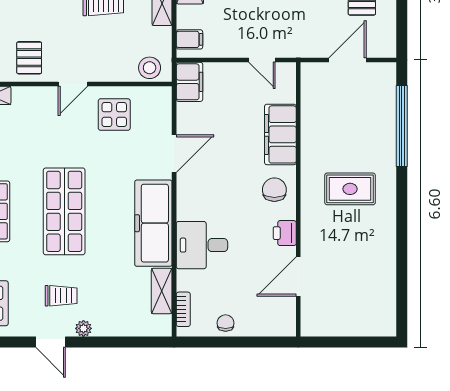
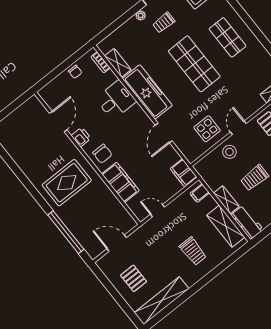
door: (348, 60) -> (117, 243), swing flipped
stool: (150, 68) -> (229, 152), moved
rug: (350, 189) -> (67, 183), width x1.36, depth x1.43

